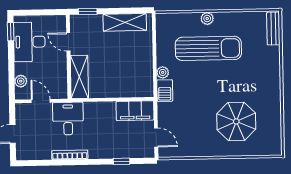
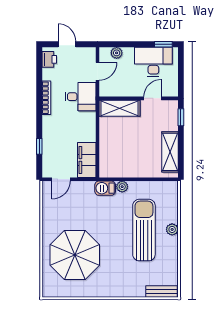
sun lounger: (208, 48) -> (144, 230), turned 180
parasol: (236, 121) -> (75, 255), width x1.36, depth x1.36
printer: (29, 153) -> (49, 59), added

